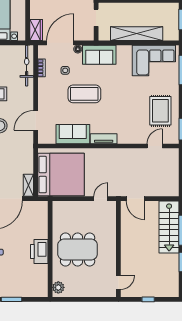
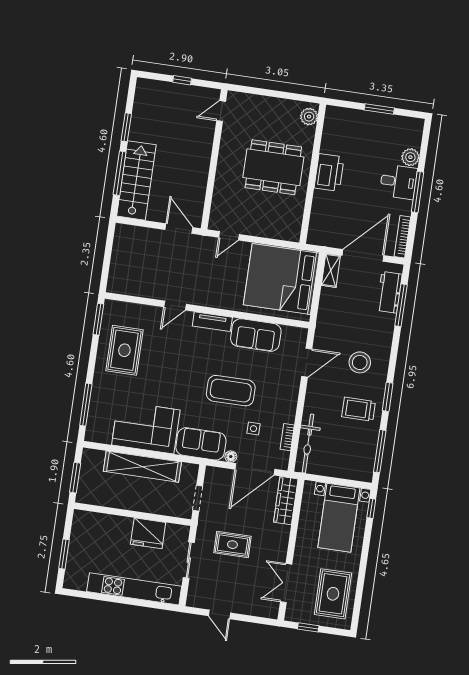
wardrobe: (36, 30) -> (286, 501), width x1.50
corner sofa: (154, 60) -> (146, 427), moved
door: (155, 146) -> (175, 306), moved

